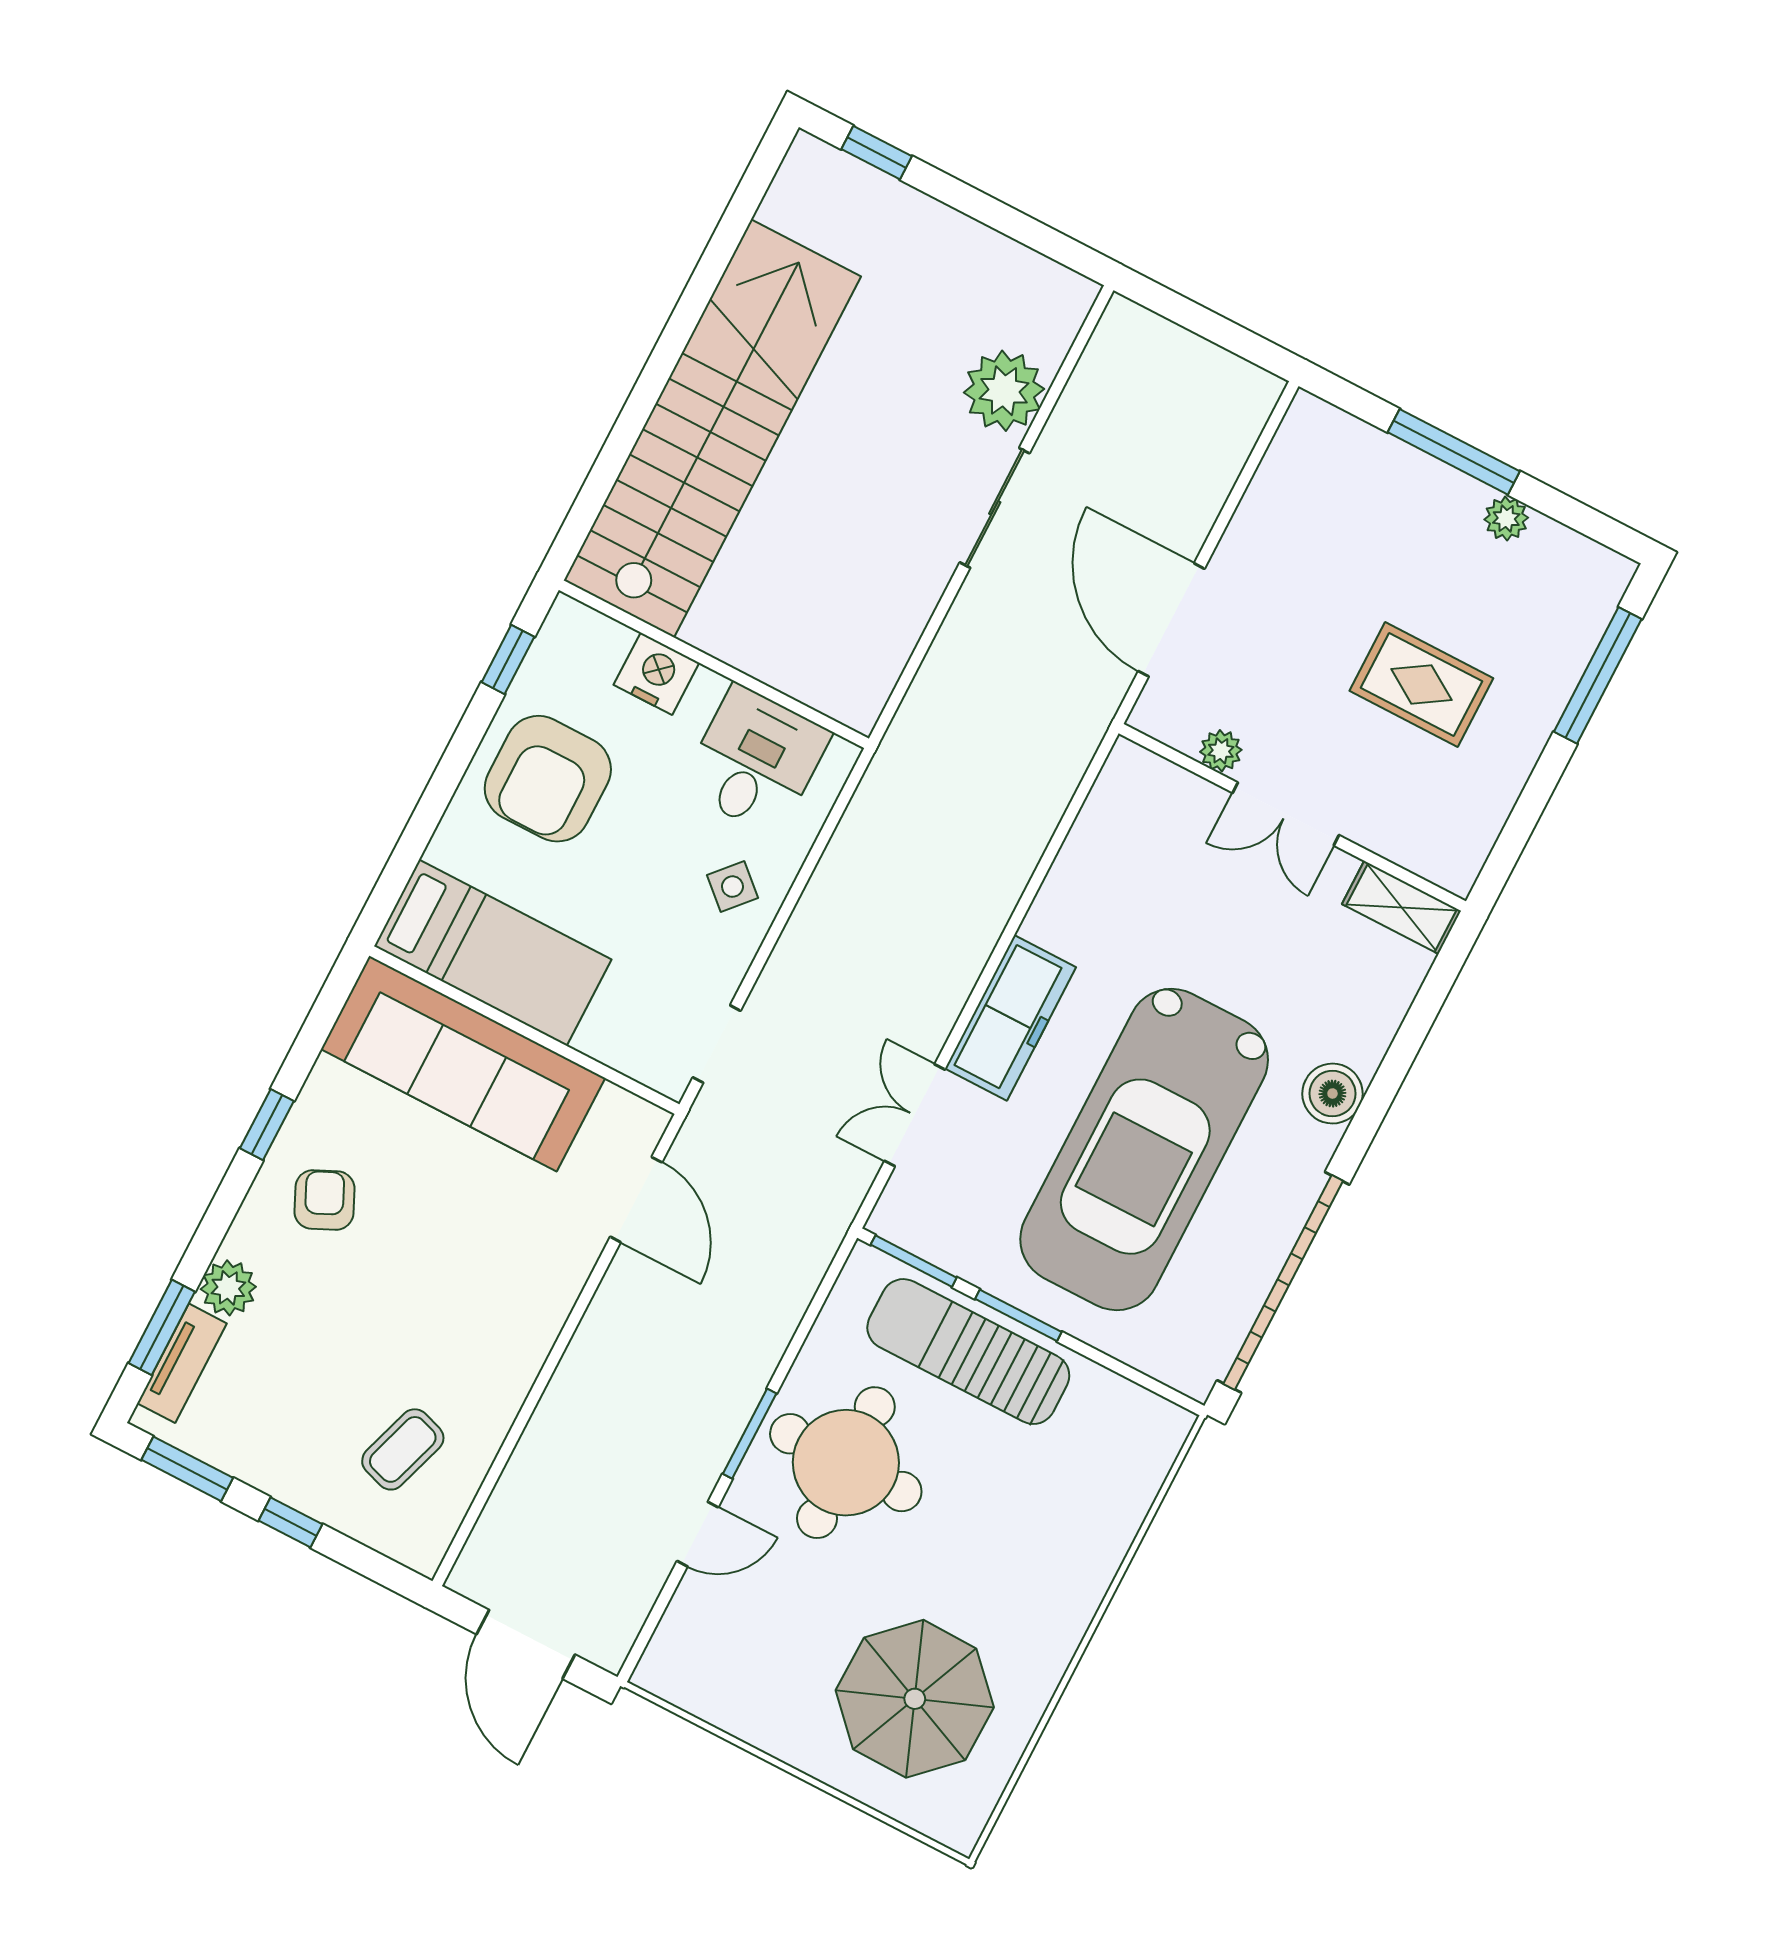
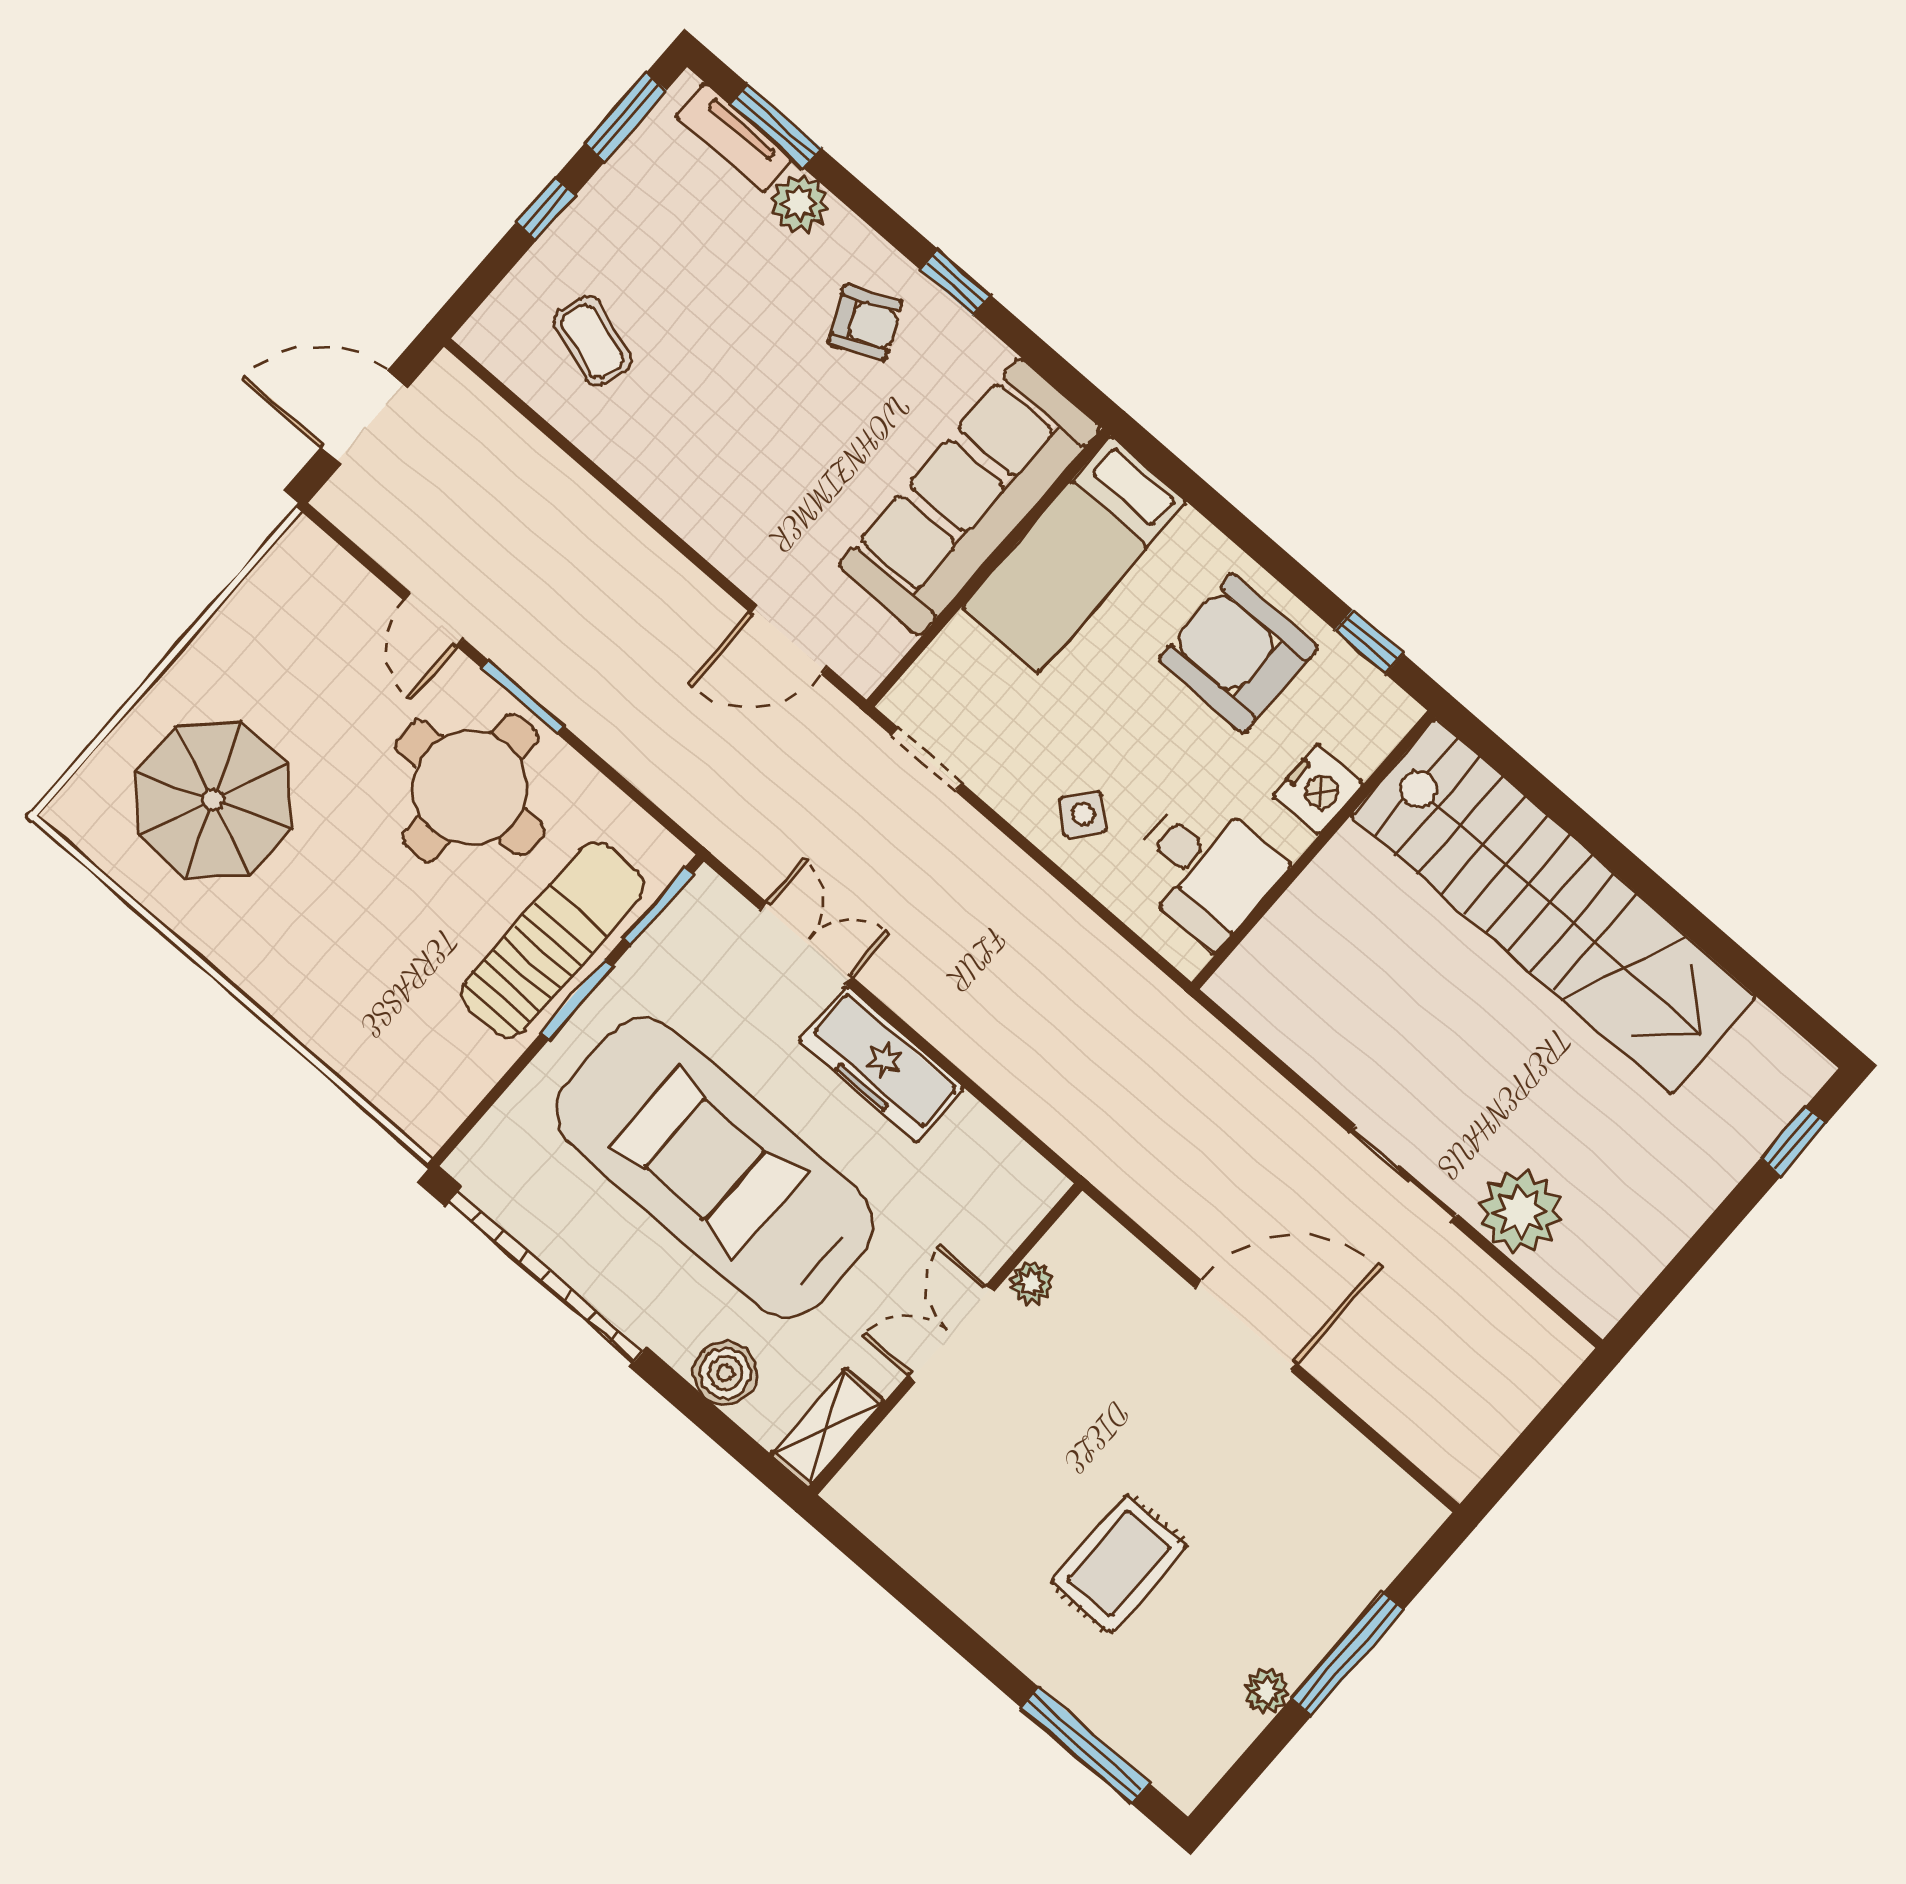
plant: (1221, 751) -> (1031, 1283), moved
double door: (1286, 814) -> (951, 1333), moved
wall: (1292, 817) -> (946, 1339), moved
shelving: (1401, 907) -> (828, 1428), moved

